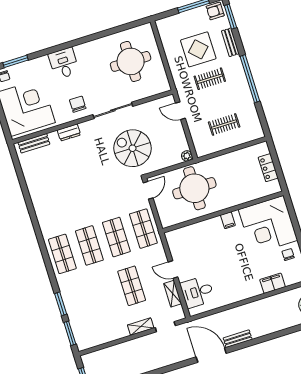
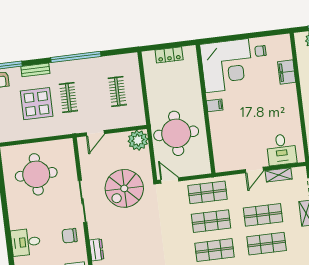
plant: (187, 156) -> (138, 140), width x1.88, depth x1.88
shop shelf: (105, 294) -> (267, 244), added

